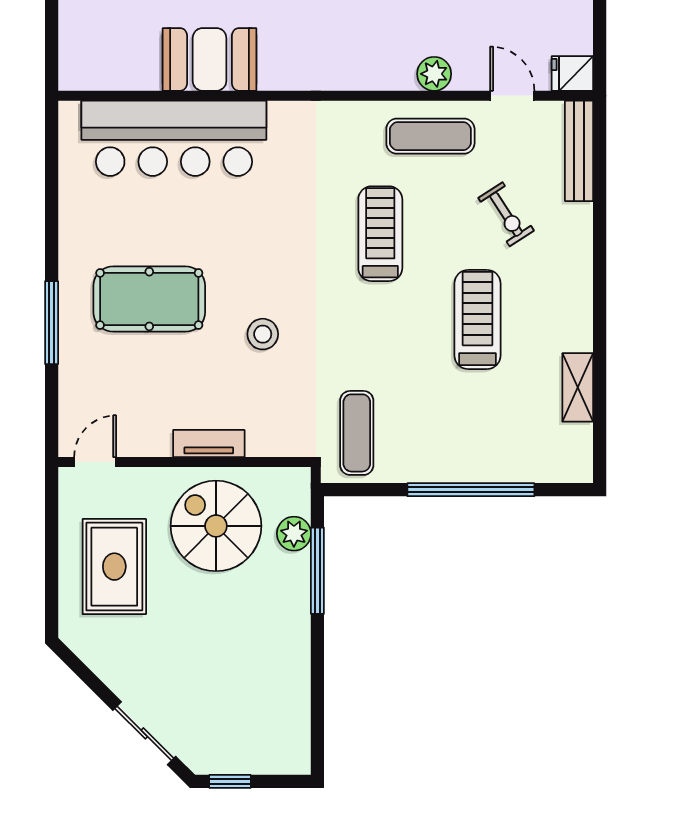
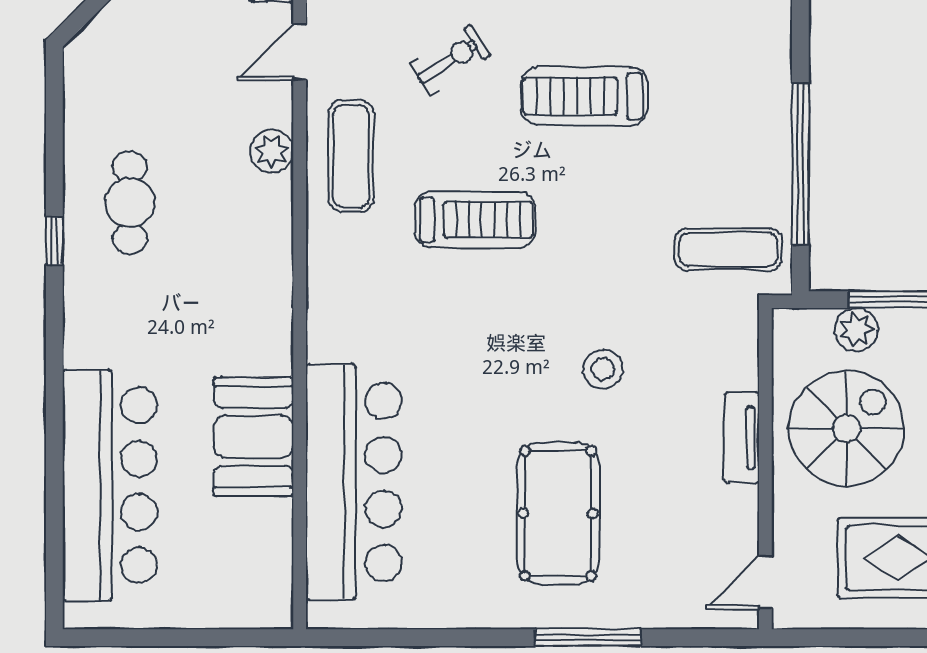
treadmill: (380, 234) -> (475, 220), turned 180
door: (95, 462) -> (765, 582), hinge flipped
window: (471, 490) -> (800, 164), moved
spiral stairs: (216, 526) -> (846, 429), turned 180

